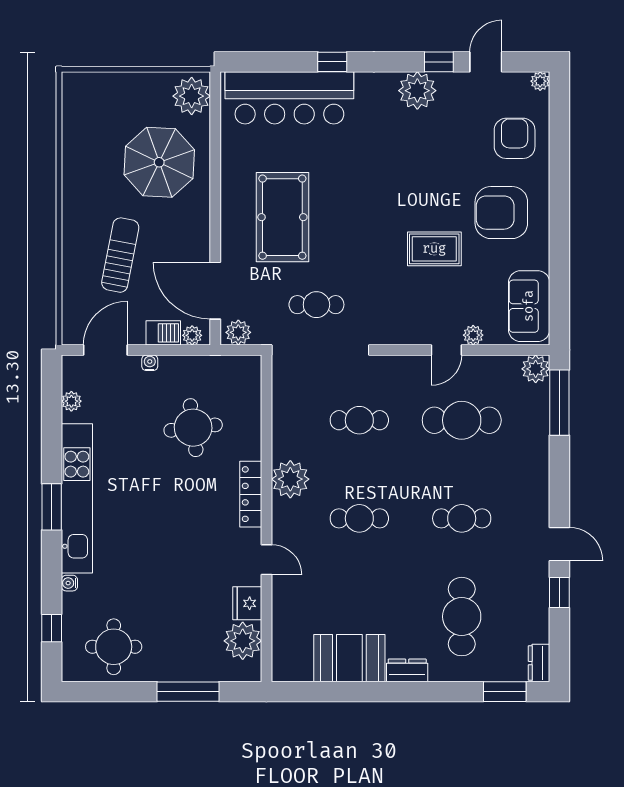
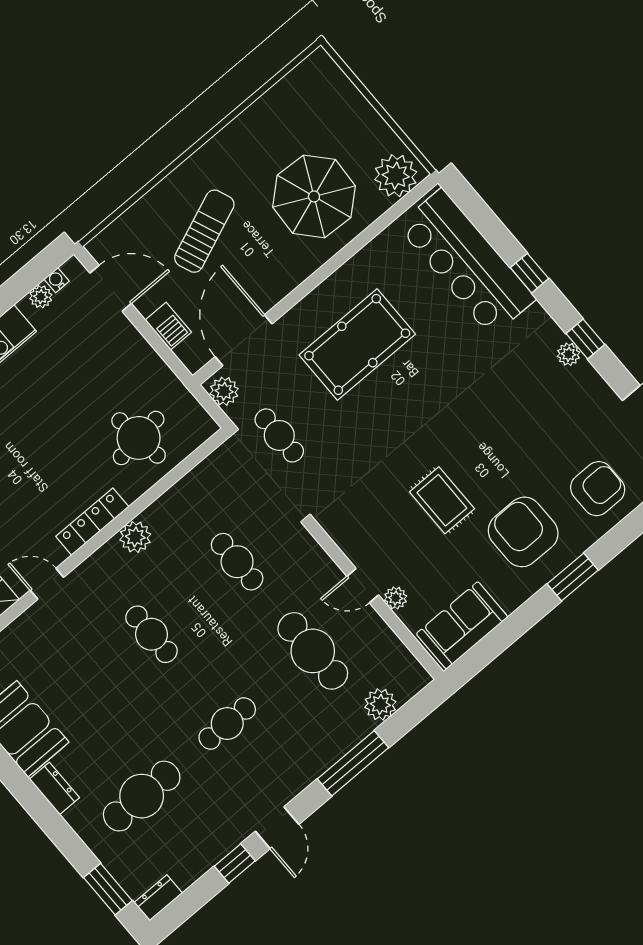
window: (439, 62) -> (585, 339), moved
plant: (417, 91) -> (569, 354), width x0.53, depth x0.53
window: (559, 205) -> (573, 577), added
sun lounger: (120, 255) -> (204, 231), turned -33
cafe table: (316, 305) -> (279, 435), moved
plant: (192, 335) -> (187, 353), removed
water cooler: (150, 363) -> (57, 280), moved, turned -90
plant: (536, 369) -> (380, 704), moved
window: (559, 403) -> (353, 763), moved
round table: (193, 428) -> (139, 438), moved
plant: (290, 479) -> (135, 537), width x0.73, depth x0.73
cafe table: (462, 518) -> (227, 723), turned 90
door: (266, 560) -> (47, 584), swing flipped

